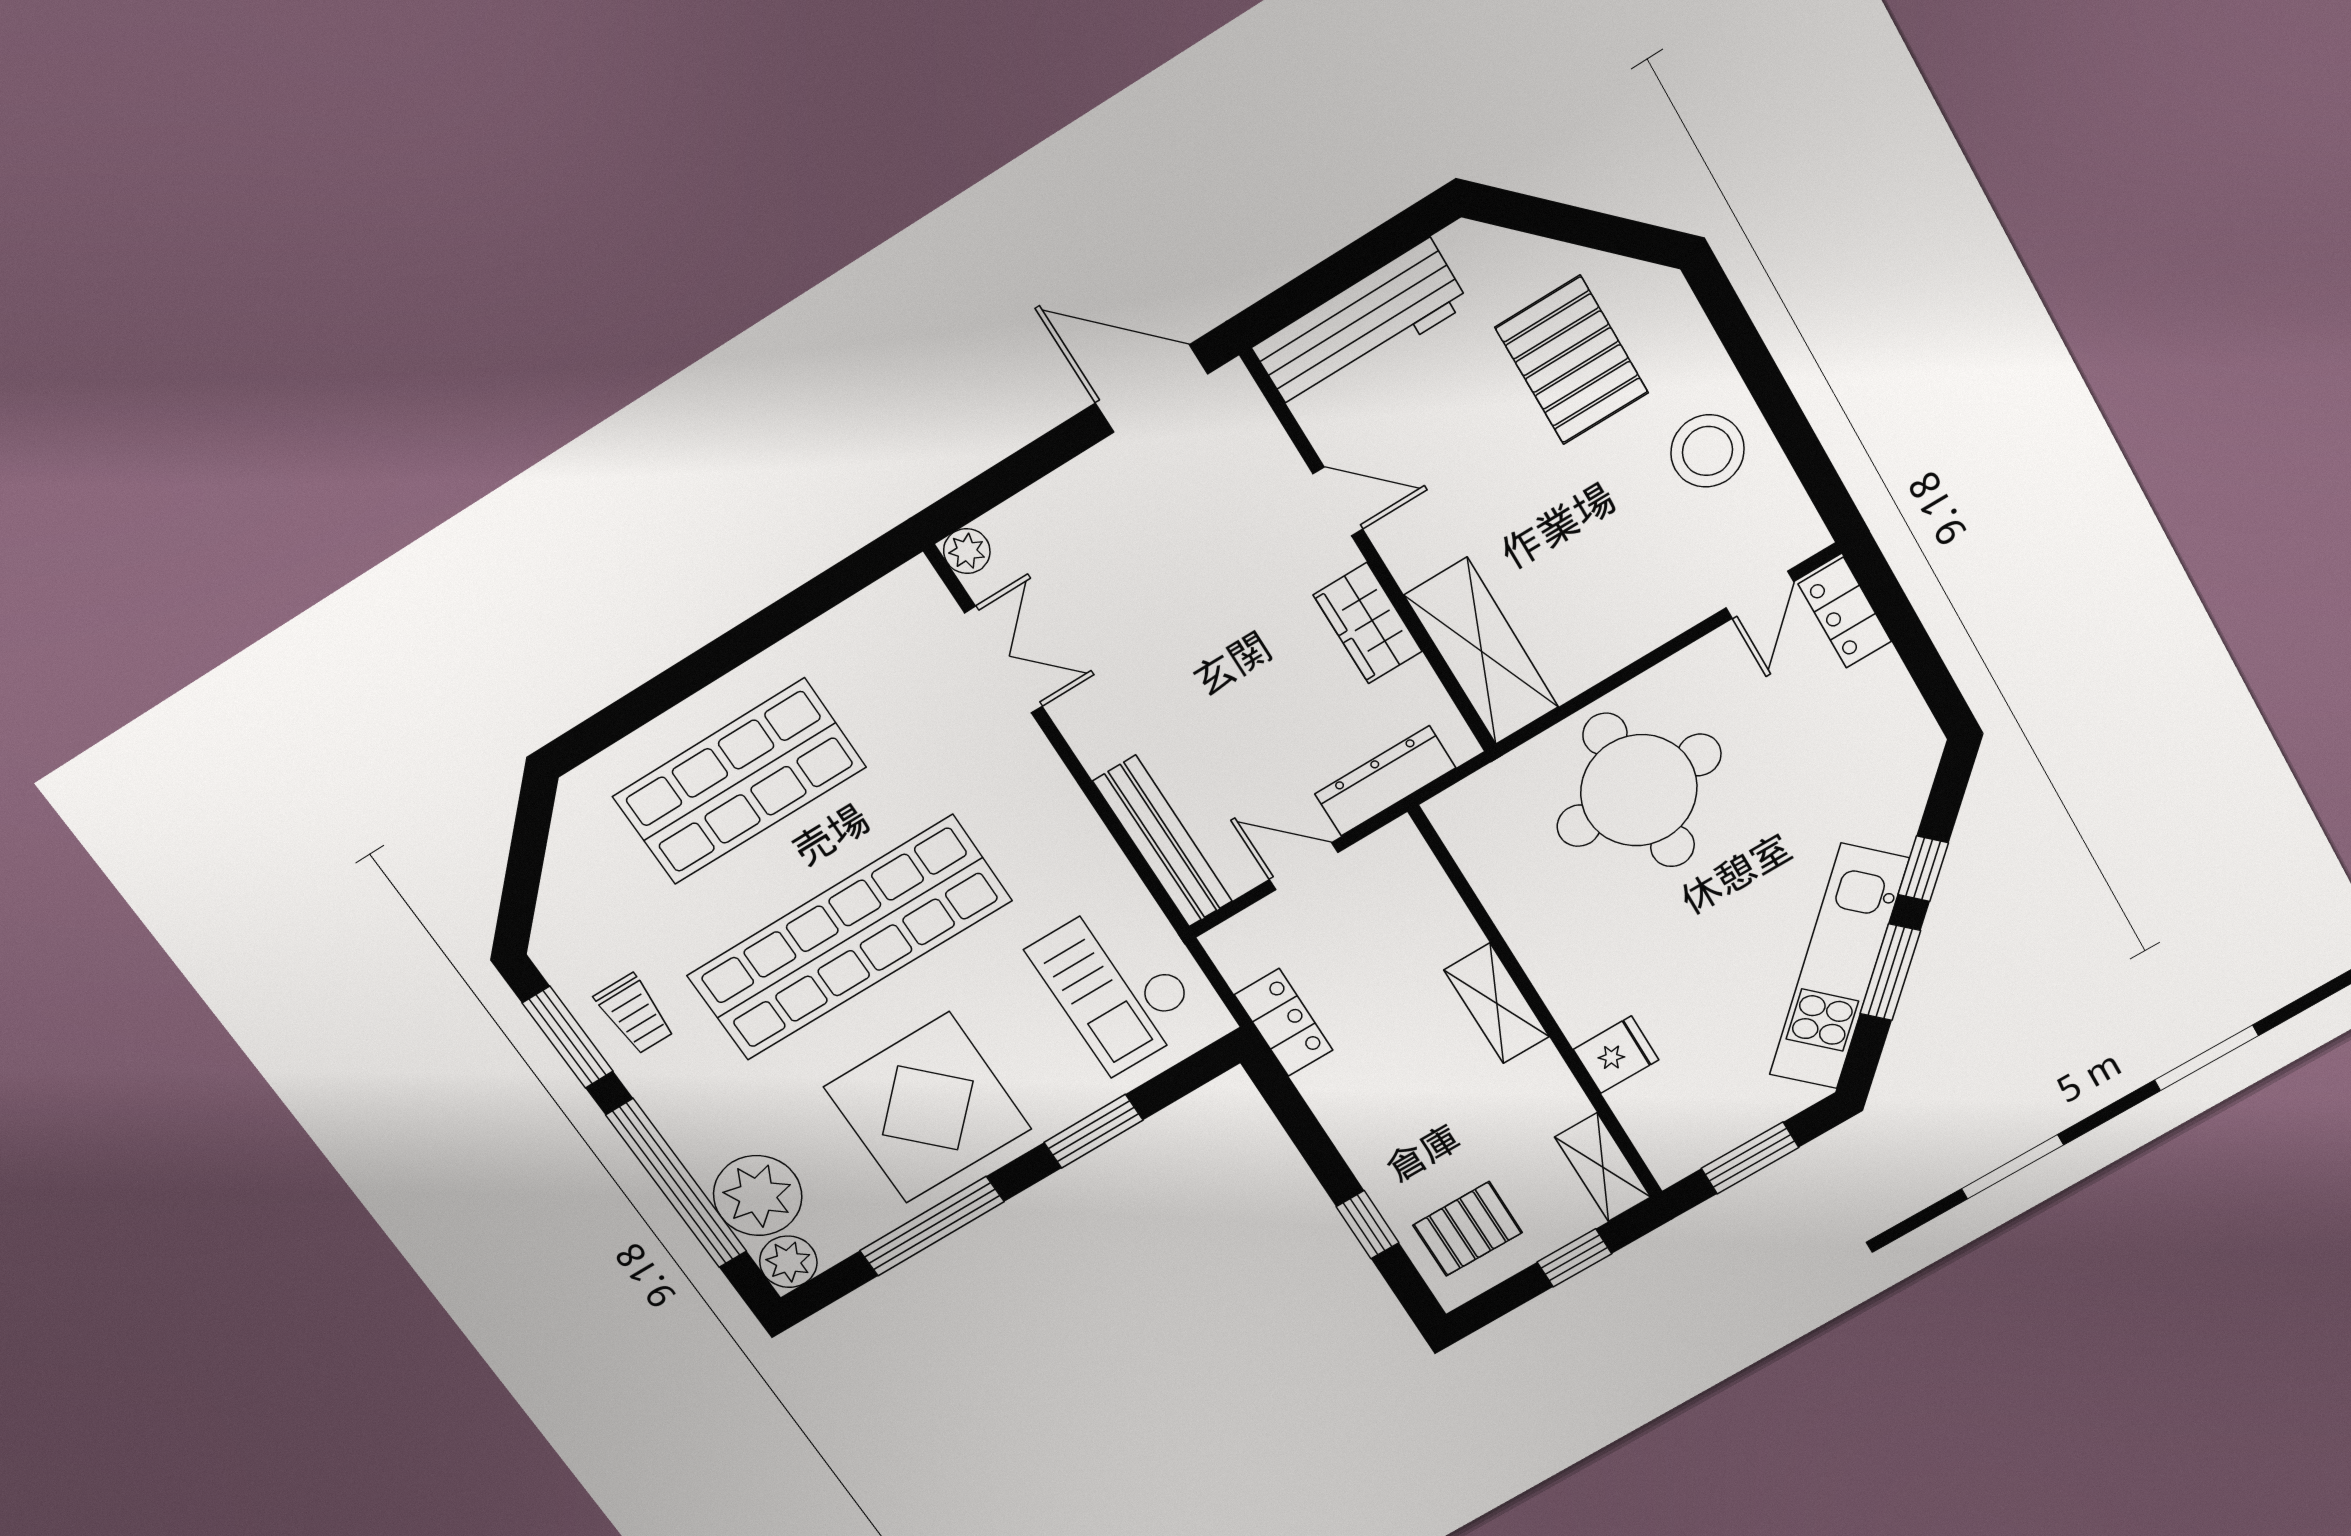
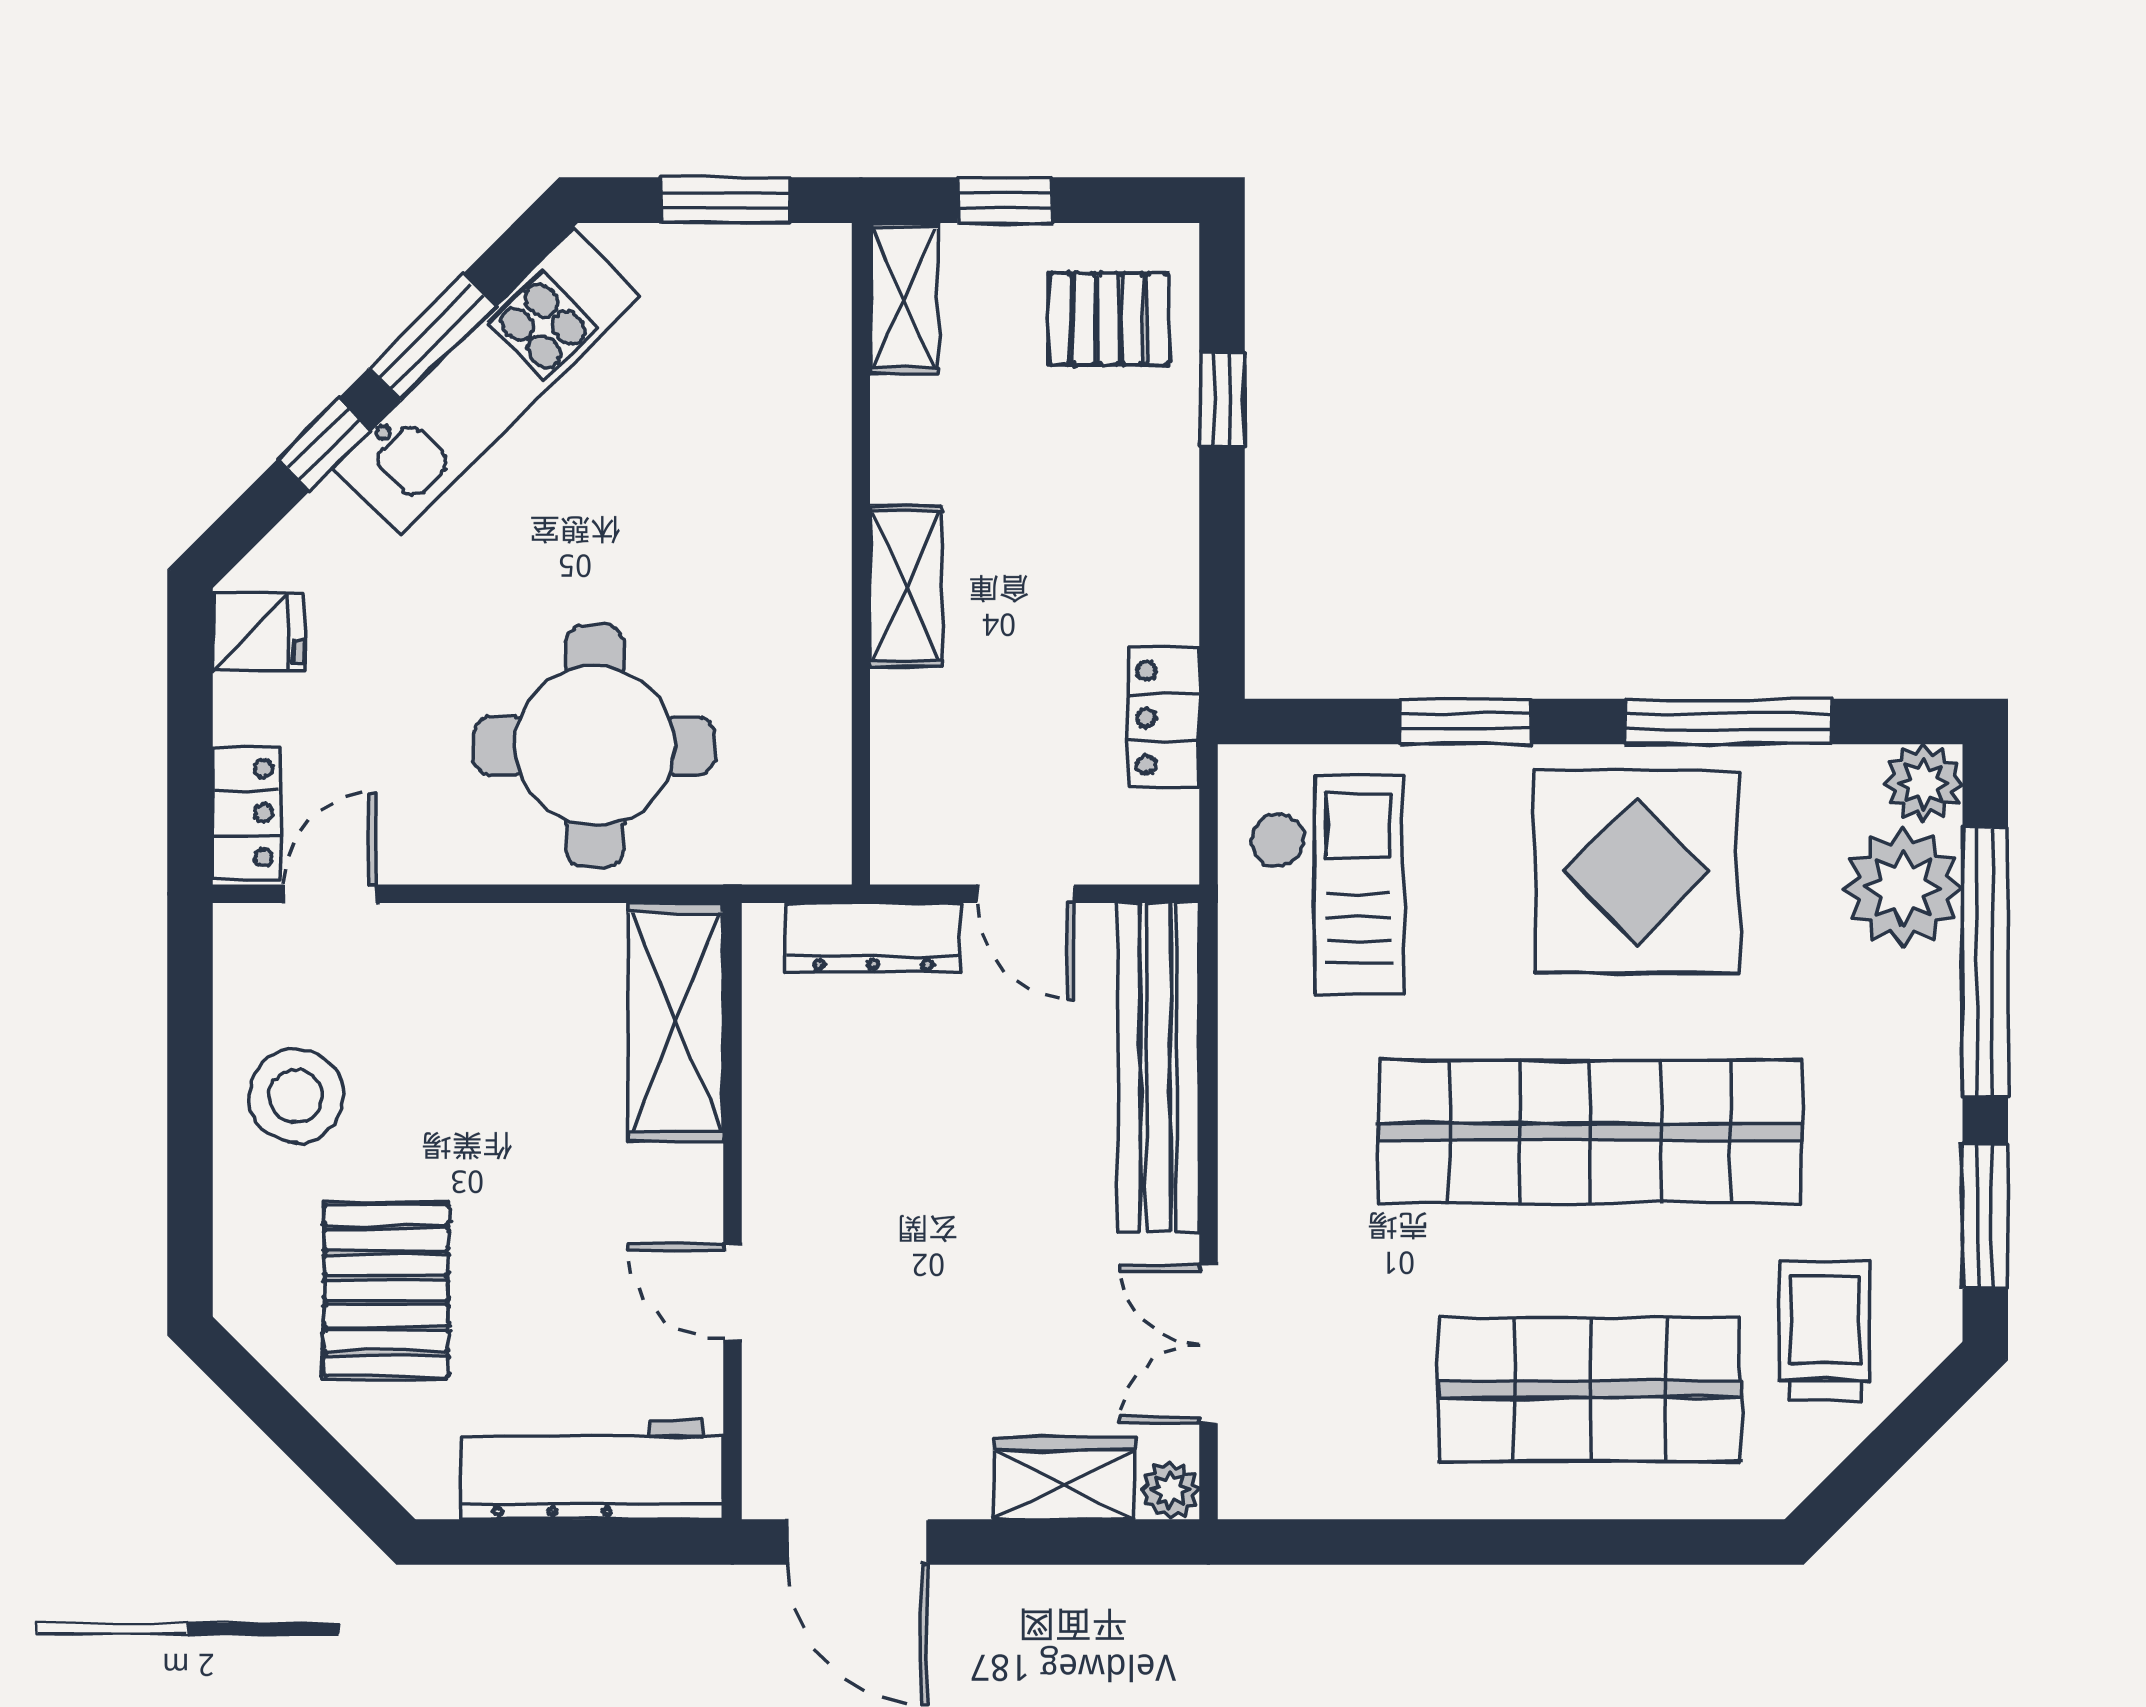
wardrobe: (1368, 623) -> (1064, 1479), moved, turned -90
bench: (1163, 841) -> (1158, 1067), width x1.37, depth x1.21
trolley: (635, 1014) -> (1825, 1330), moved, width x1.36, depth x1.39
fridge: (1616, 1055) -> (258, 632), moved, turned 180

